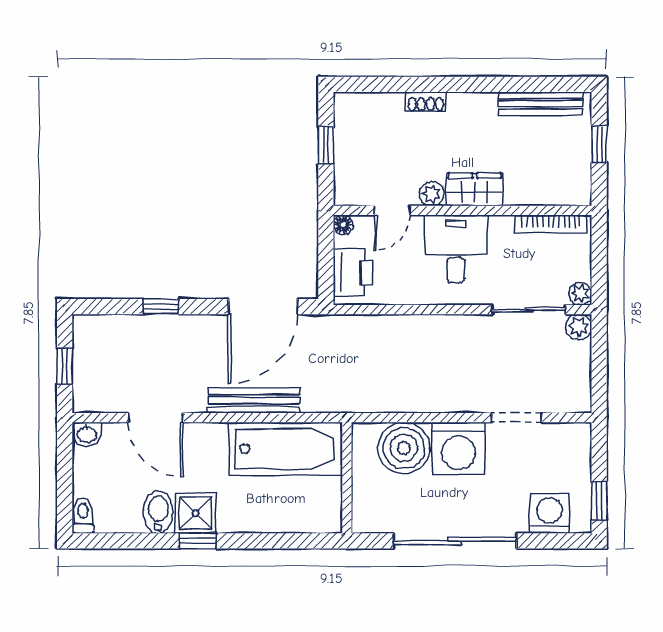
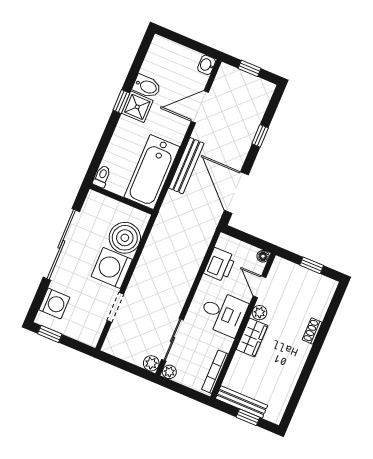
bench: (541, 104) -> (242, 402), moved, turned 90
printer: (353, 273) -> (220, 265), moved, turned -90
toilet: (83, 516) -> (102, 176), moved, turned -90

